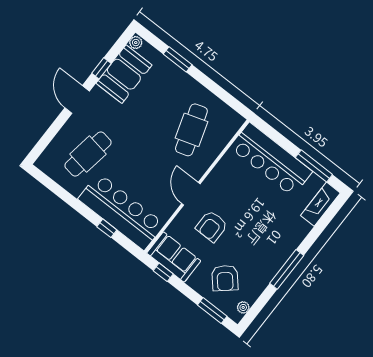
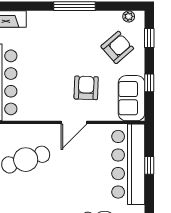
armchair: (212, 226) -> (86, 88), turned -88
window: (163, 272) -> (149, 83), moved
window: (212, 311) -> (149, 38), width x0.67

